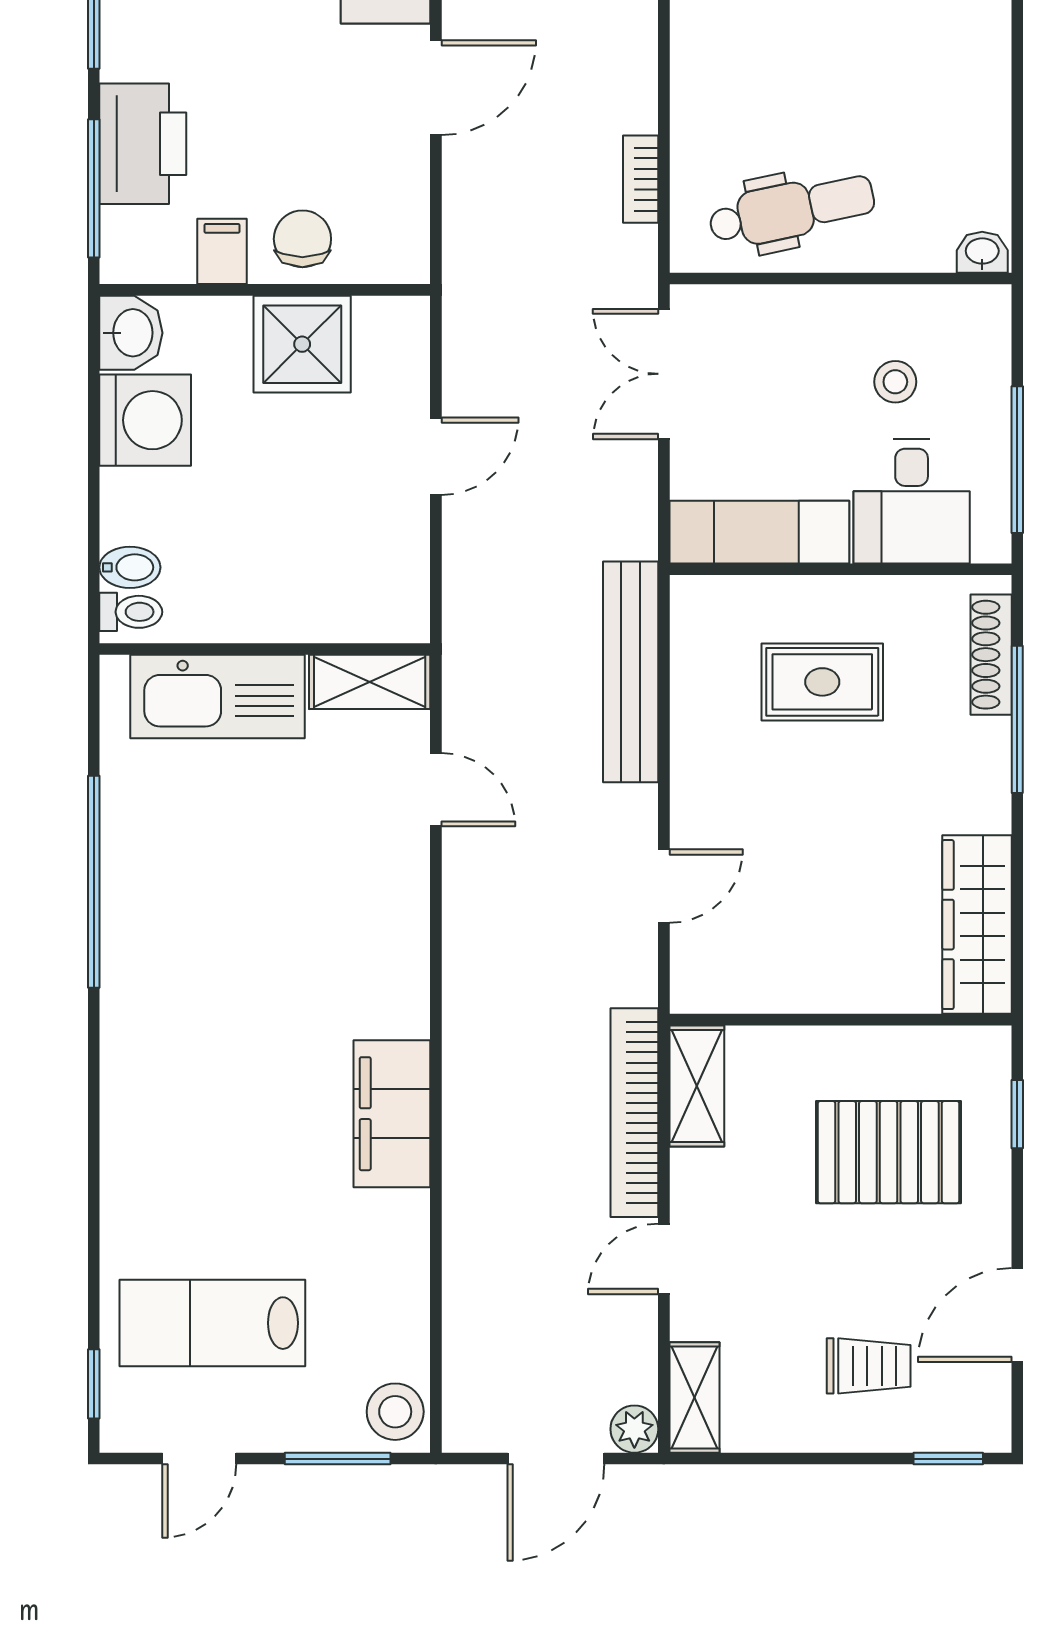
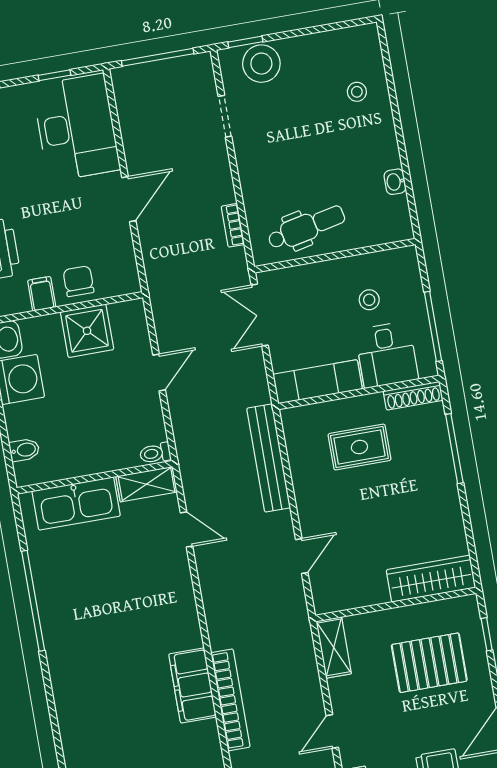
washbasin: (982, 252) -> (395, 182), moved, turned -90
toilet: (131, 612) -> (155, 453), moved, turned 180
shoe rack: (991, 655) -> (413, 396), moved, turned -90
wardrobe: (977, 925) -> (431, 579), moved, turned 90
bookcase: (634, 1113) -> (231, 700), moved, turned 180

